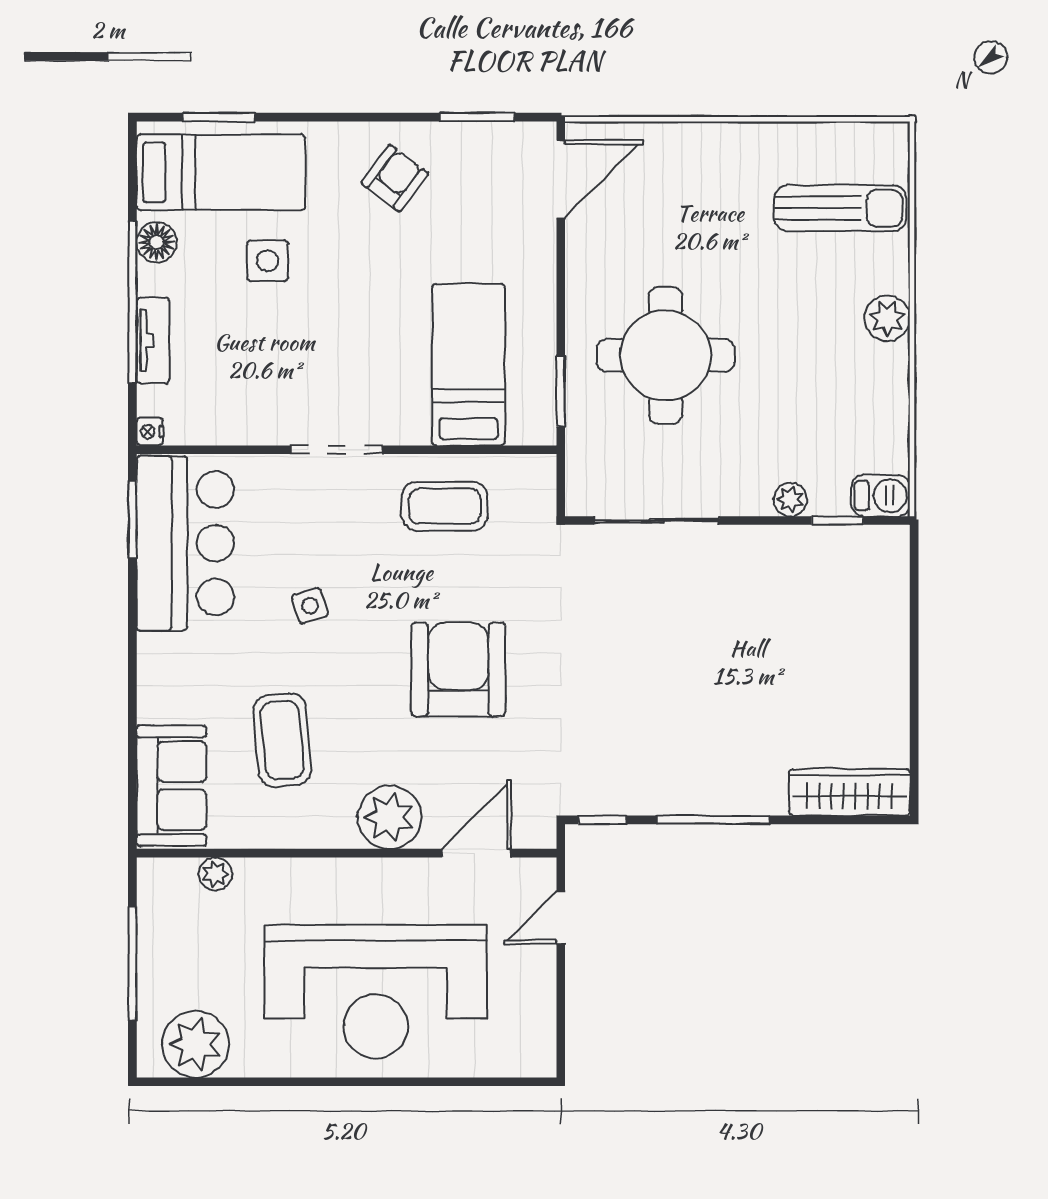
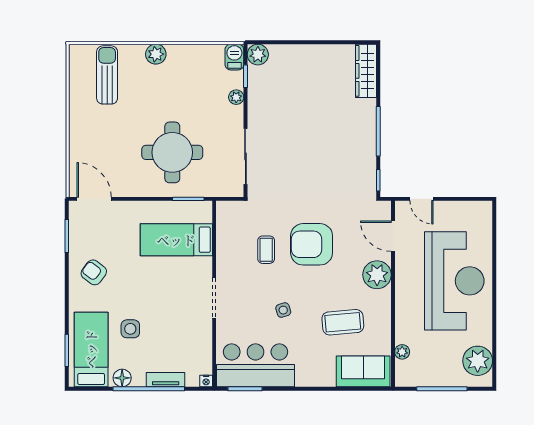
coffee table: (445, 506) -> (266, 250), moved, width x0.73, depth x0.77
plant: (886, 548) -> (258, 55), added

